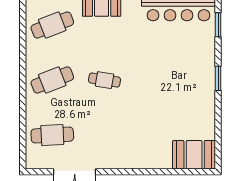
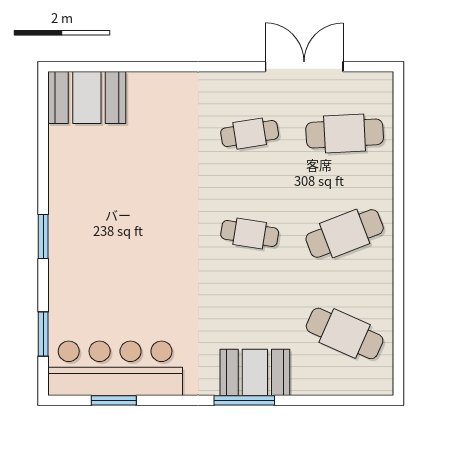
cafe table: (52, 25) -> (345, 333), turned 45
cafe table: (105, 135) -> (250, 134), added

